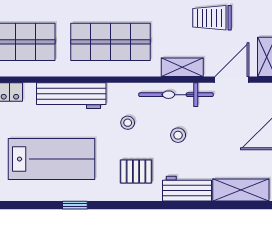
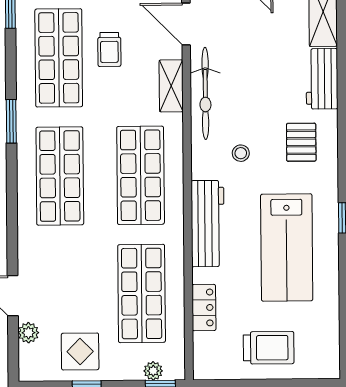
trolley: (212, 18) -> (109, 49), width x0.73, depth x0.72
stool: (178, 135) -> (256, 90), removed
lab bench: (51, 159) -> (287, 247), turned 180

